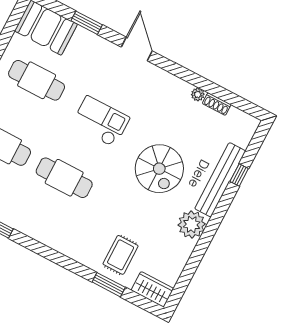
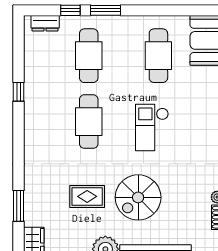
checkout: (101, 121) -> (152, 127), turned 180
rug: (121, 255) -> (87, 196), moved

